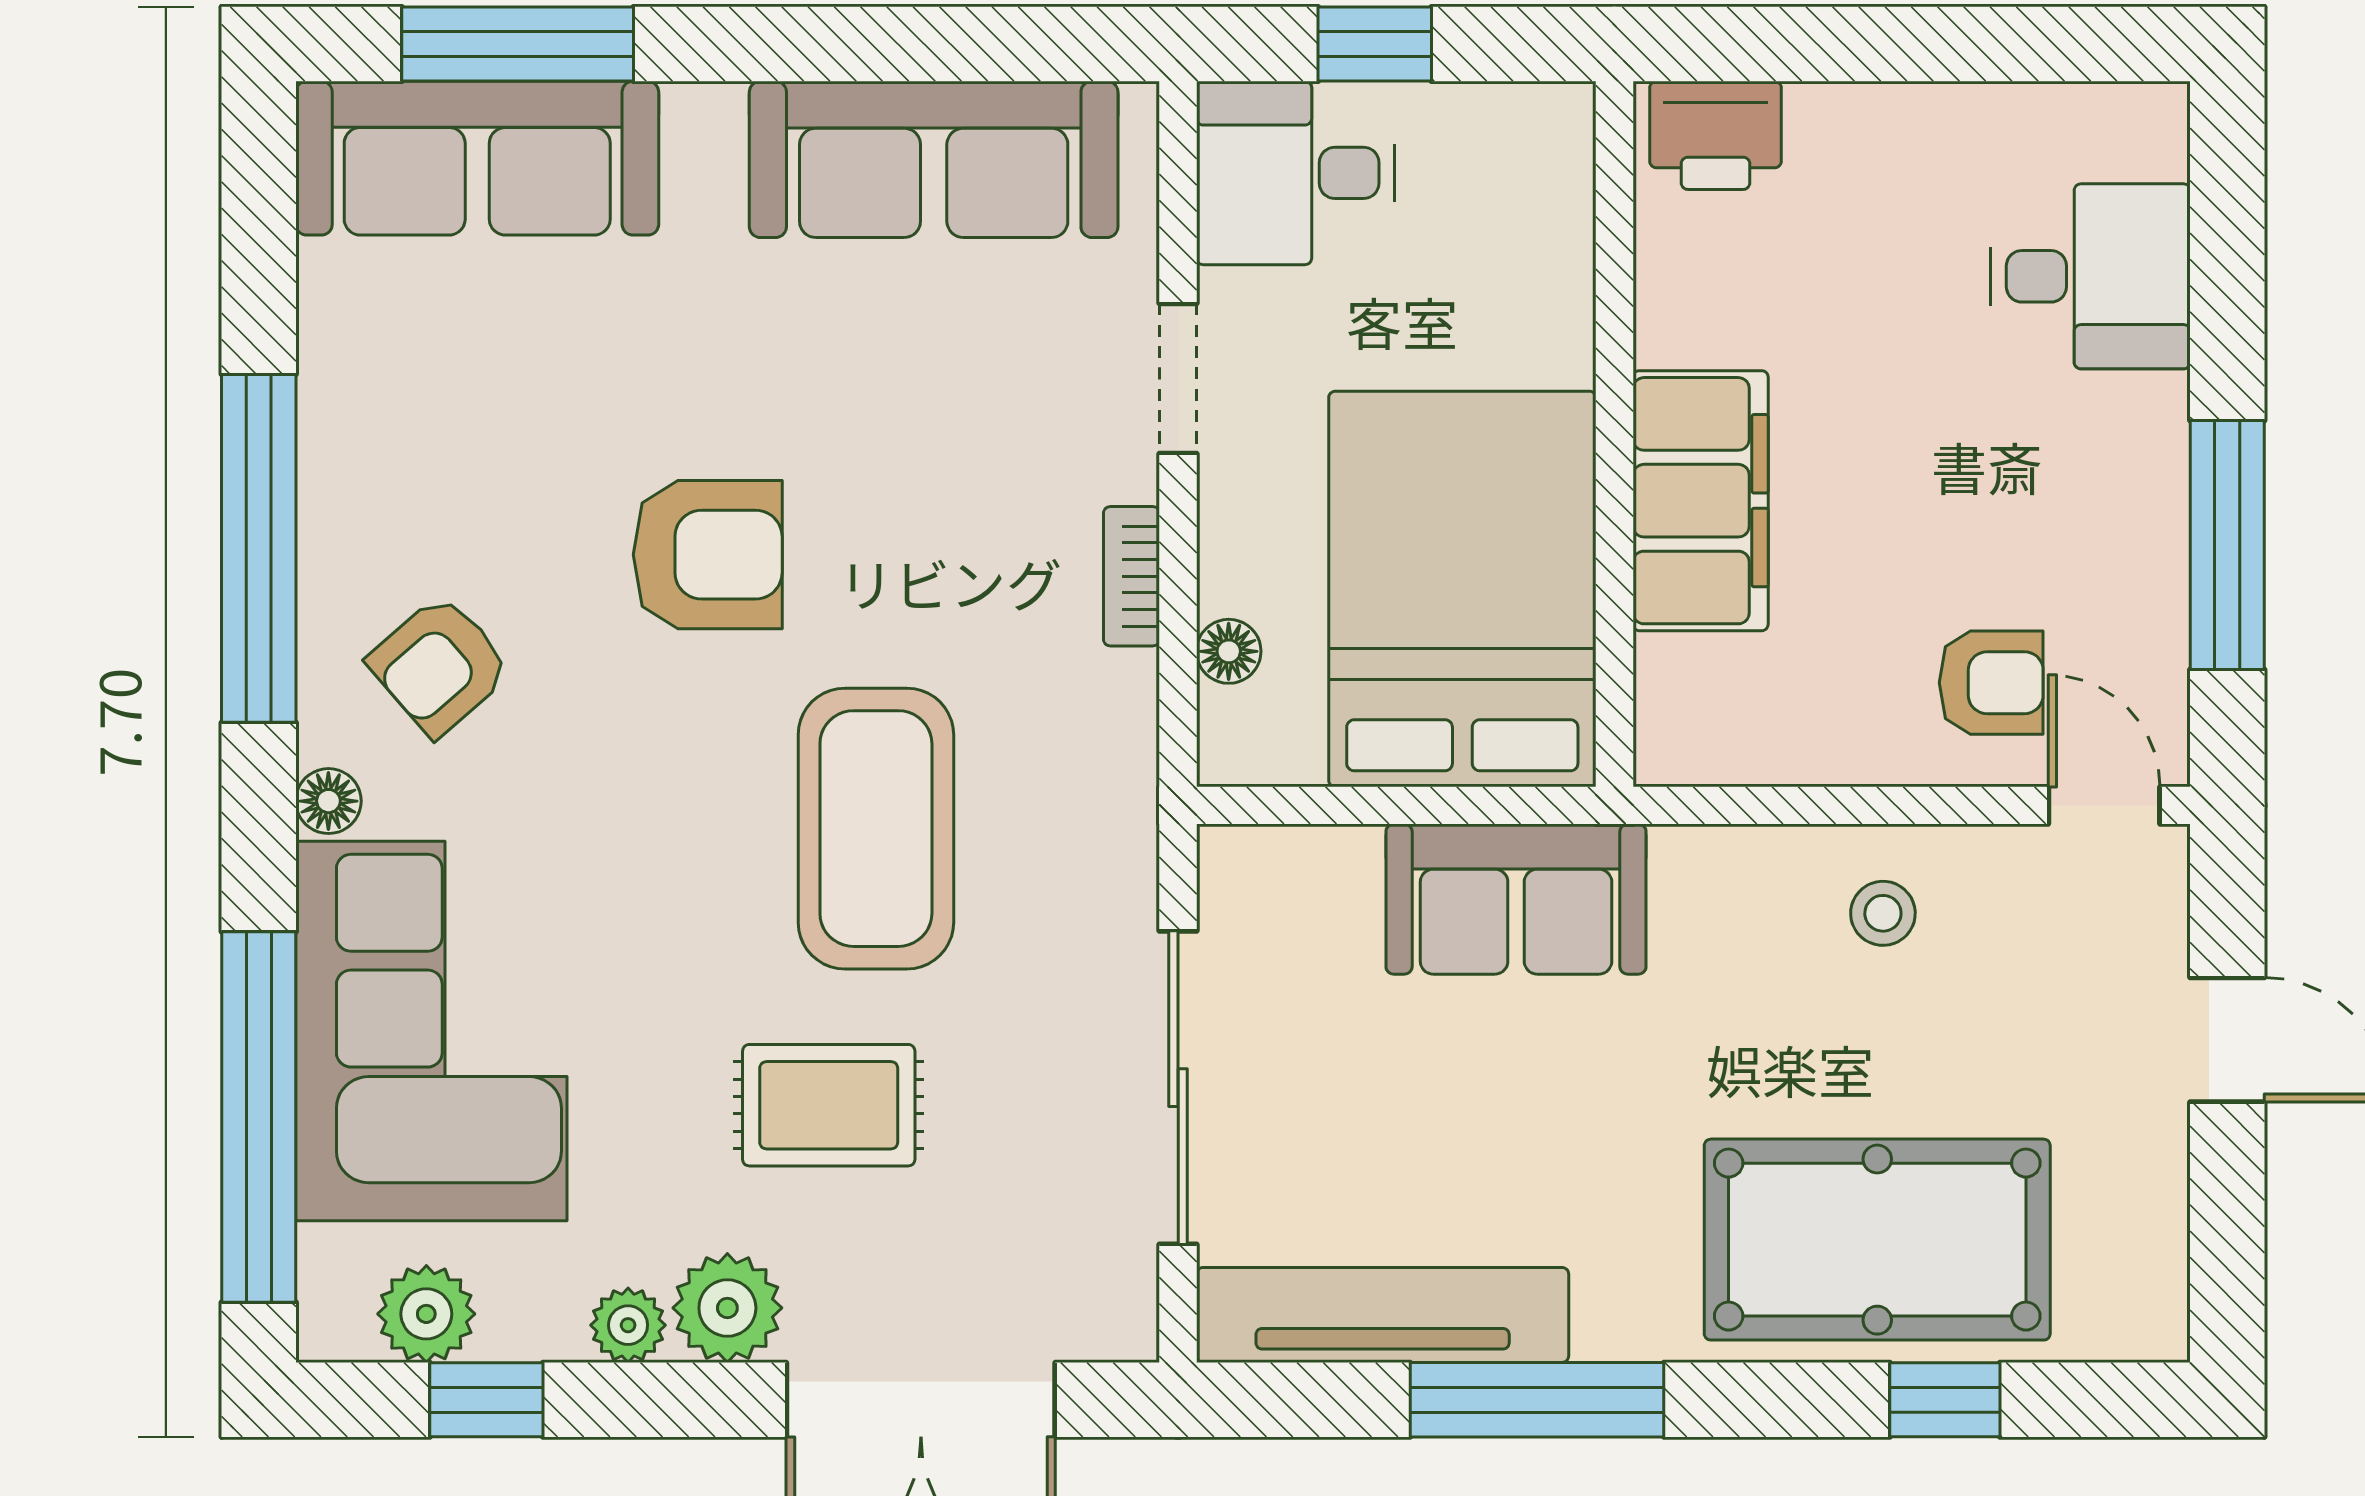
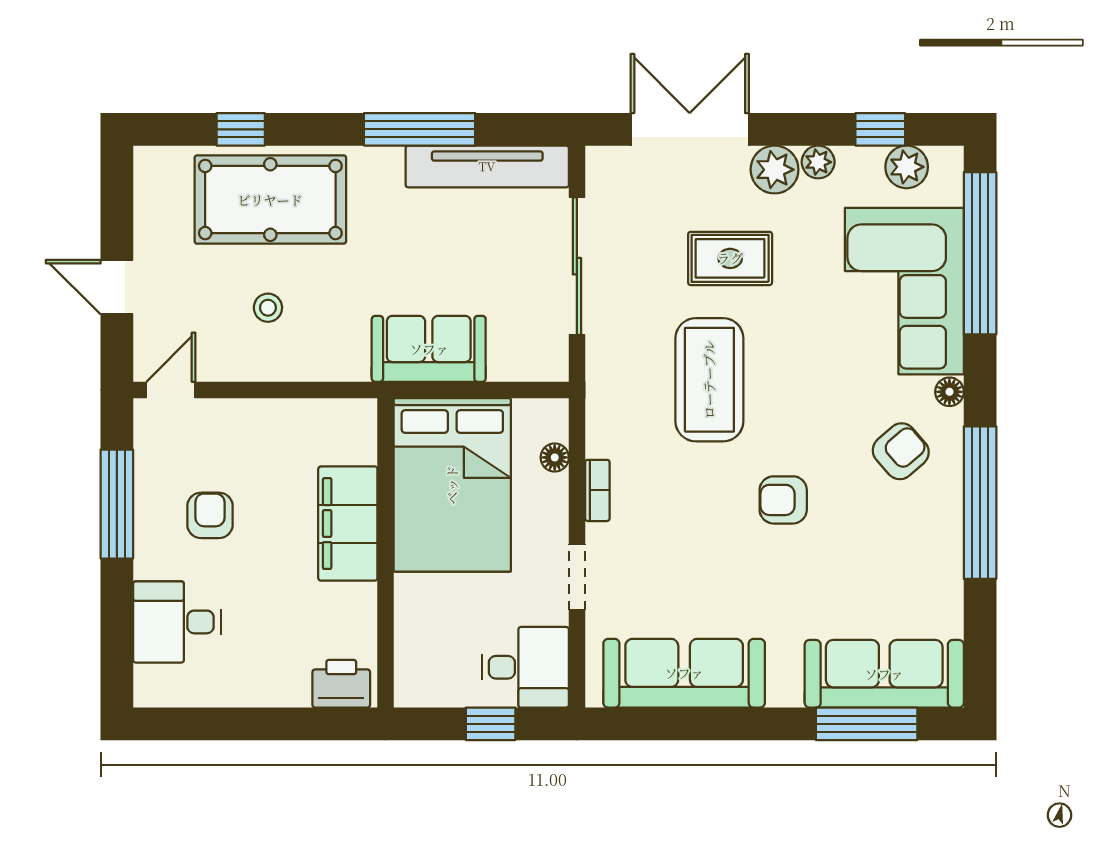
armchair: (708, 555) -> (783, 500), width x0.72, depth x0.72
armchair: (1991, 683) -> (210, 515), moved, turned 90
door: (2104, 805) -> (171, 390), swing flipped
stool: (1883, 913) -> (268, 308), moved

